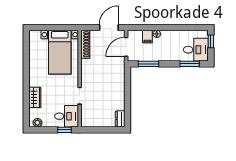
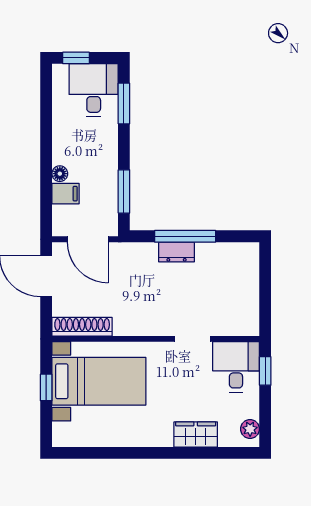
window: (57, 27) -> (46, 387), added
window: (128, 92) -> (185, 236), added
dresser: (120, 119) -> (177, 252), moved

